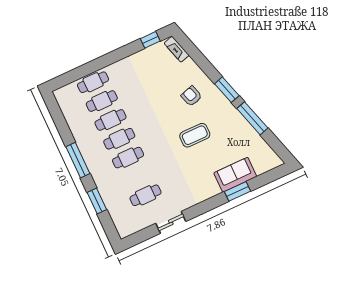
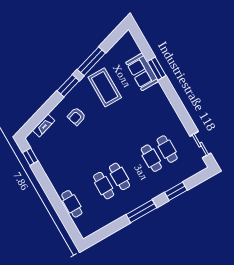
fireplace: (177, 49) -> (44, 126), moved
cafe table: (102, 101) -> (88, 195), removed
coffee table: (195, 135) -> (105, 87), moved, width x1.36, depth x1.32
cafe table: (128, 158) -> (151, 158), moved
sliding door: (171, 222) -> (200, 145), moved

